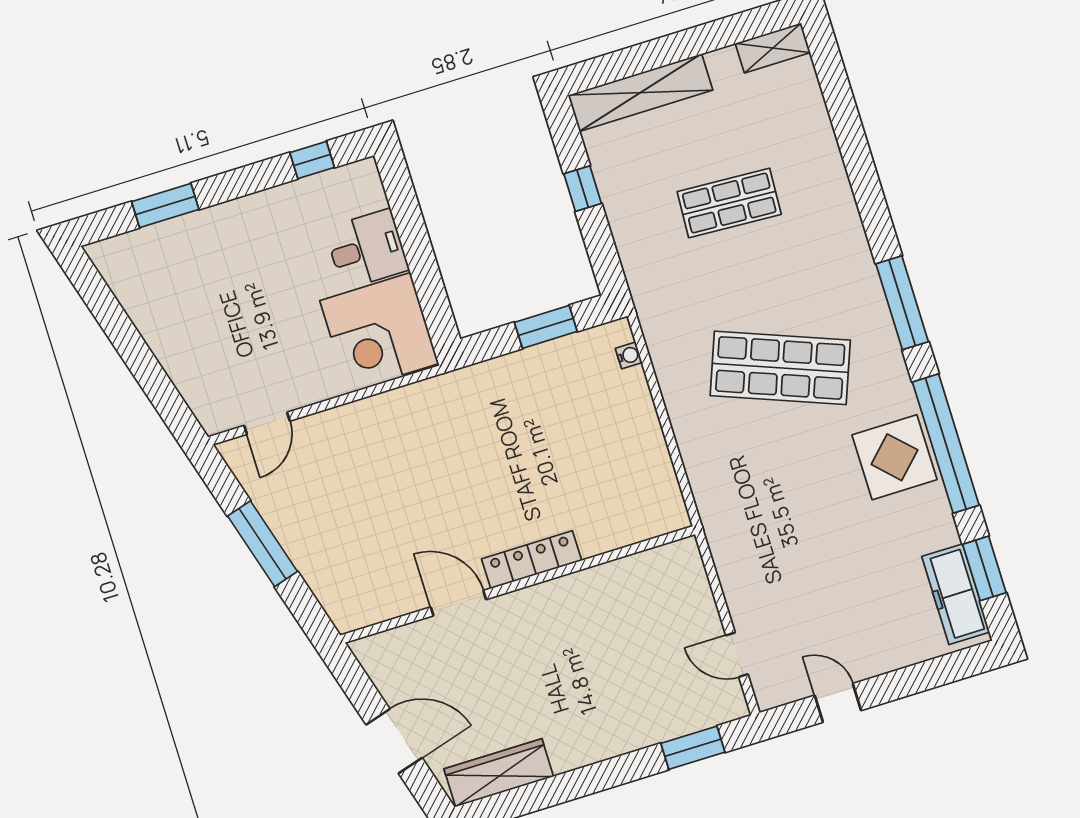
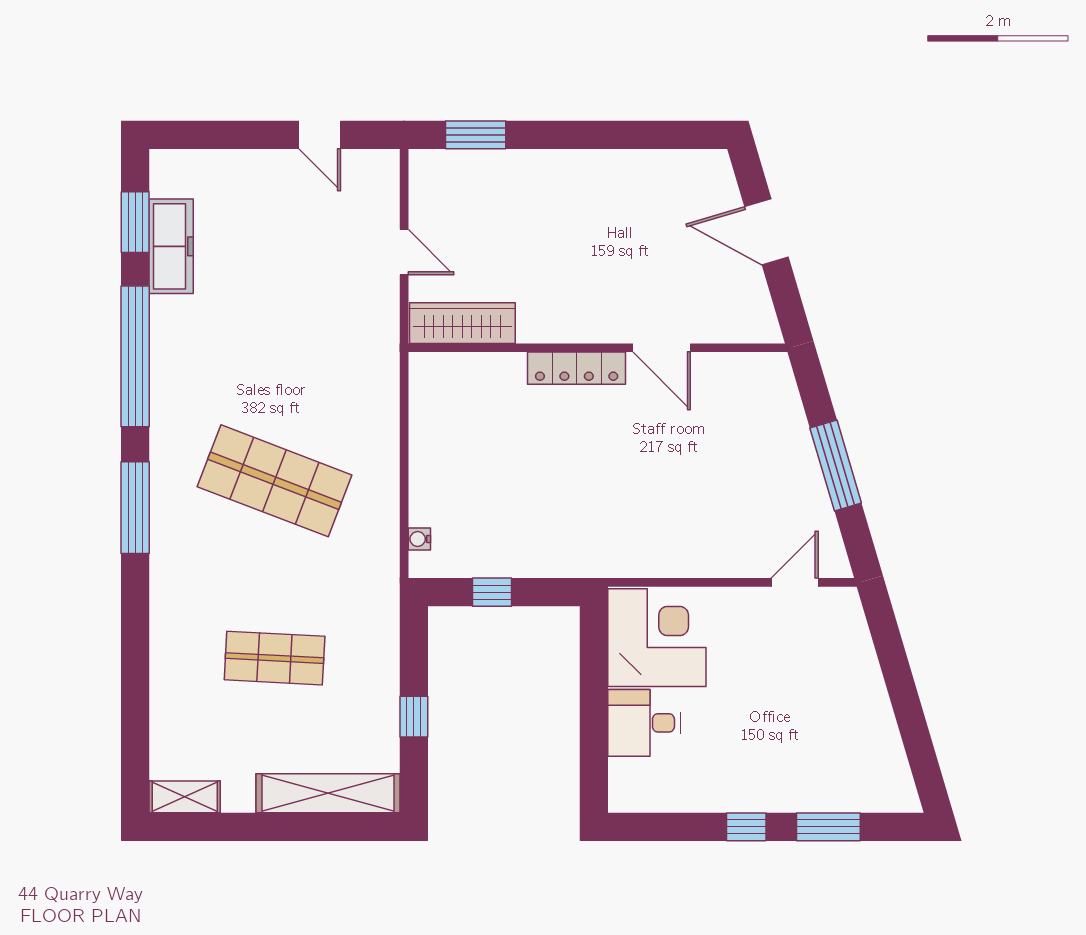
window: (312, 160) -> (746, 827), moved
window: (546, 327) -> (492, 592), width x0.67
display table: (894, 457) -> (190, 359), removed
freezer: (956, 594) -> (171, 246), moved
door: (737, 655) -> (404, 252), moved
wardrobe: (499, 773) -> (462, 323), moved, turned 180

